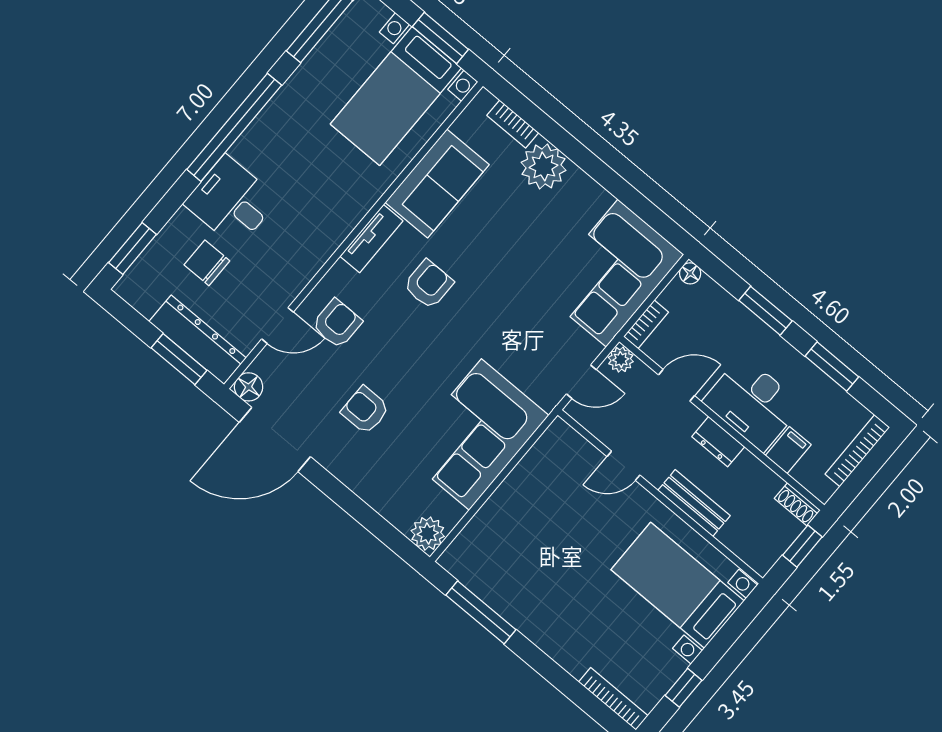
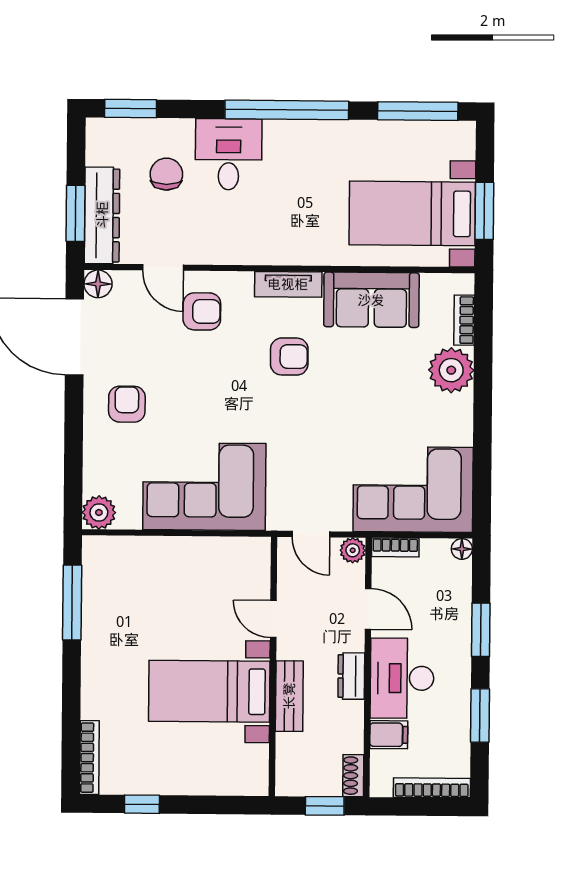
armchair: (365, 410) -> (127, 404), moved
bed with nightstands: (678, 585) -> (209, 691), moved, turned -90

